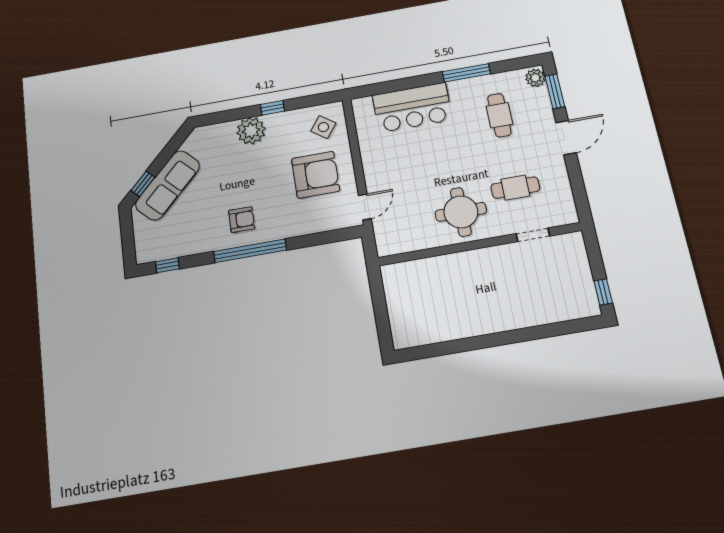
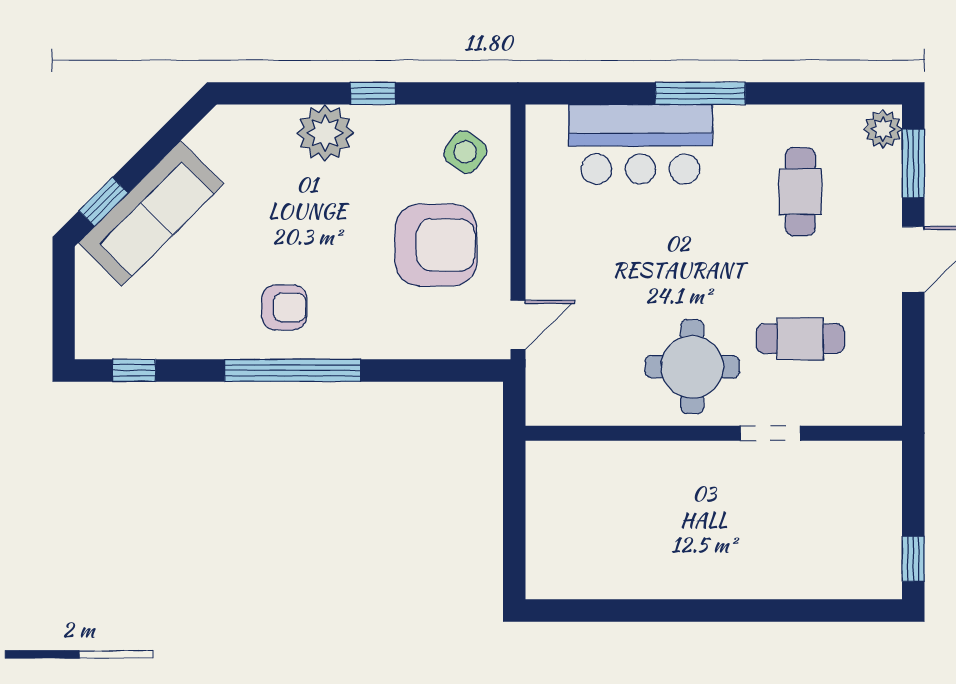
window: (466, 73) -> (700, 93), moved
doorway: (533, 235) -> (770, 433), moved

